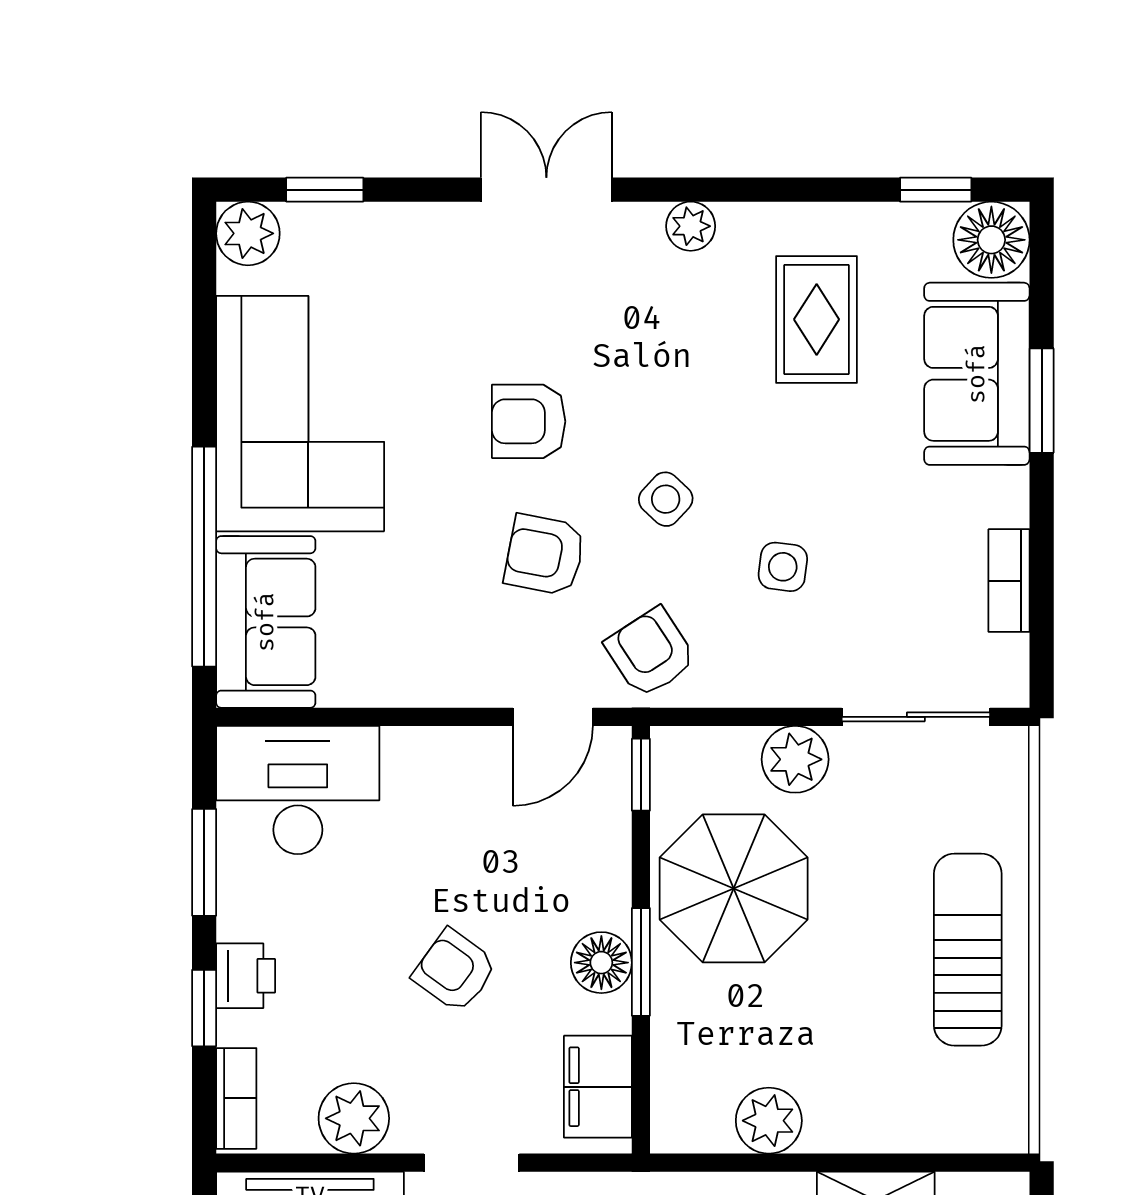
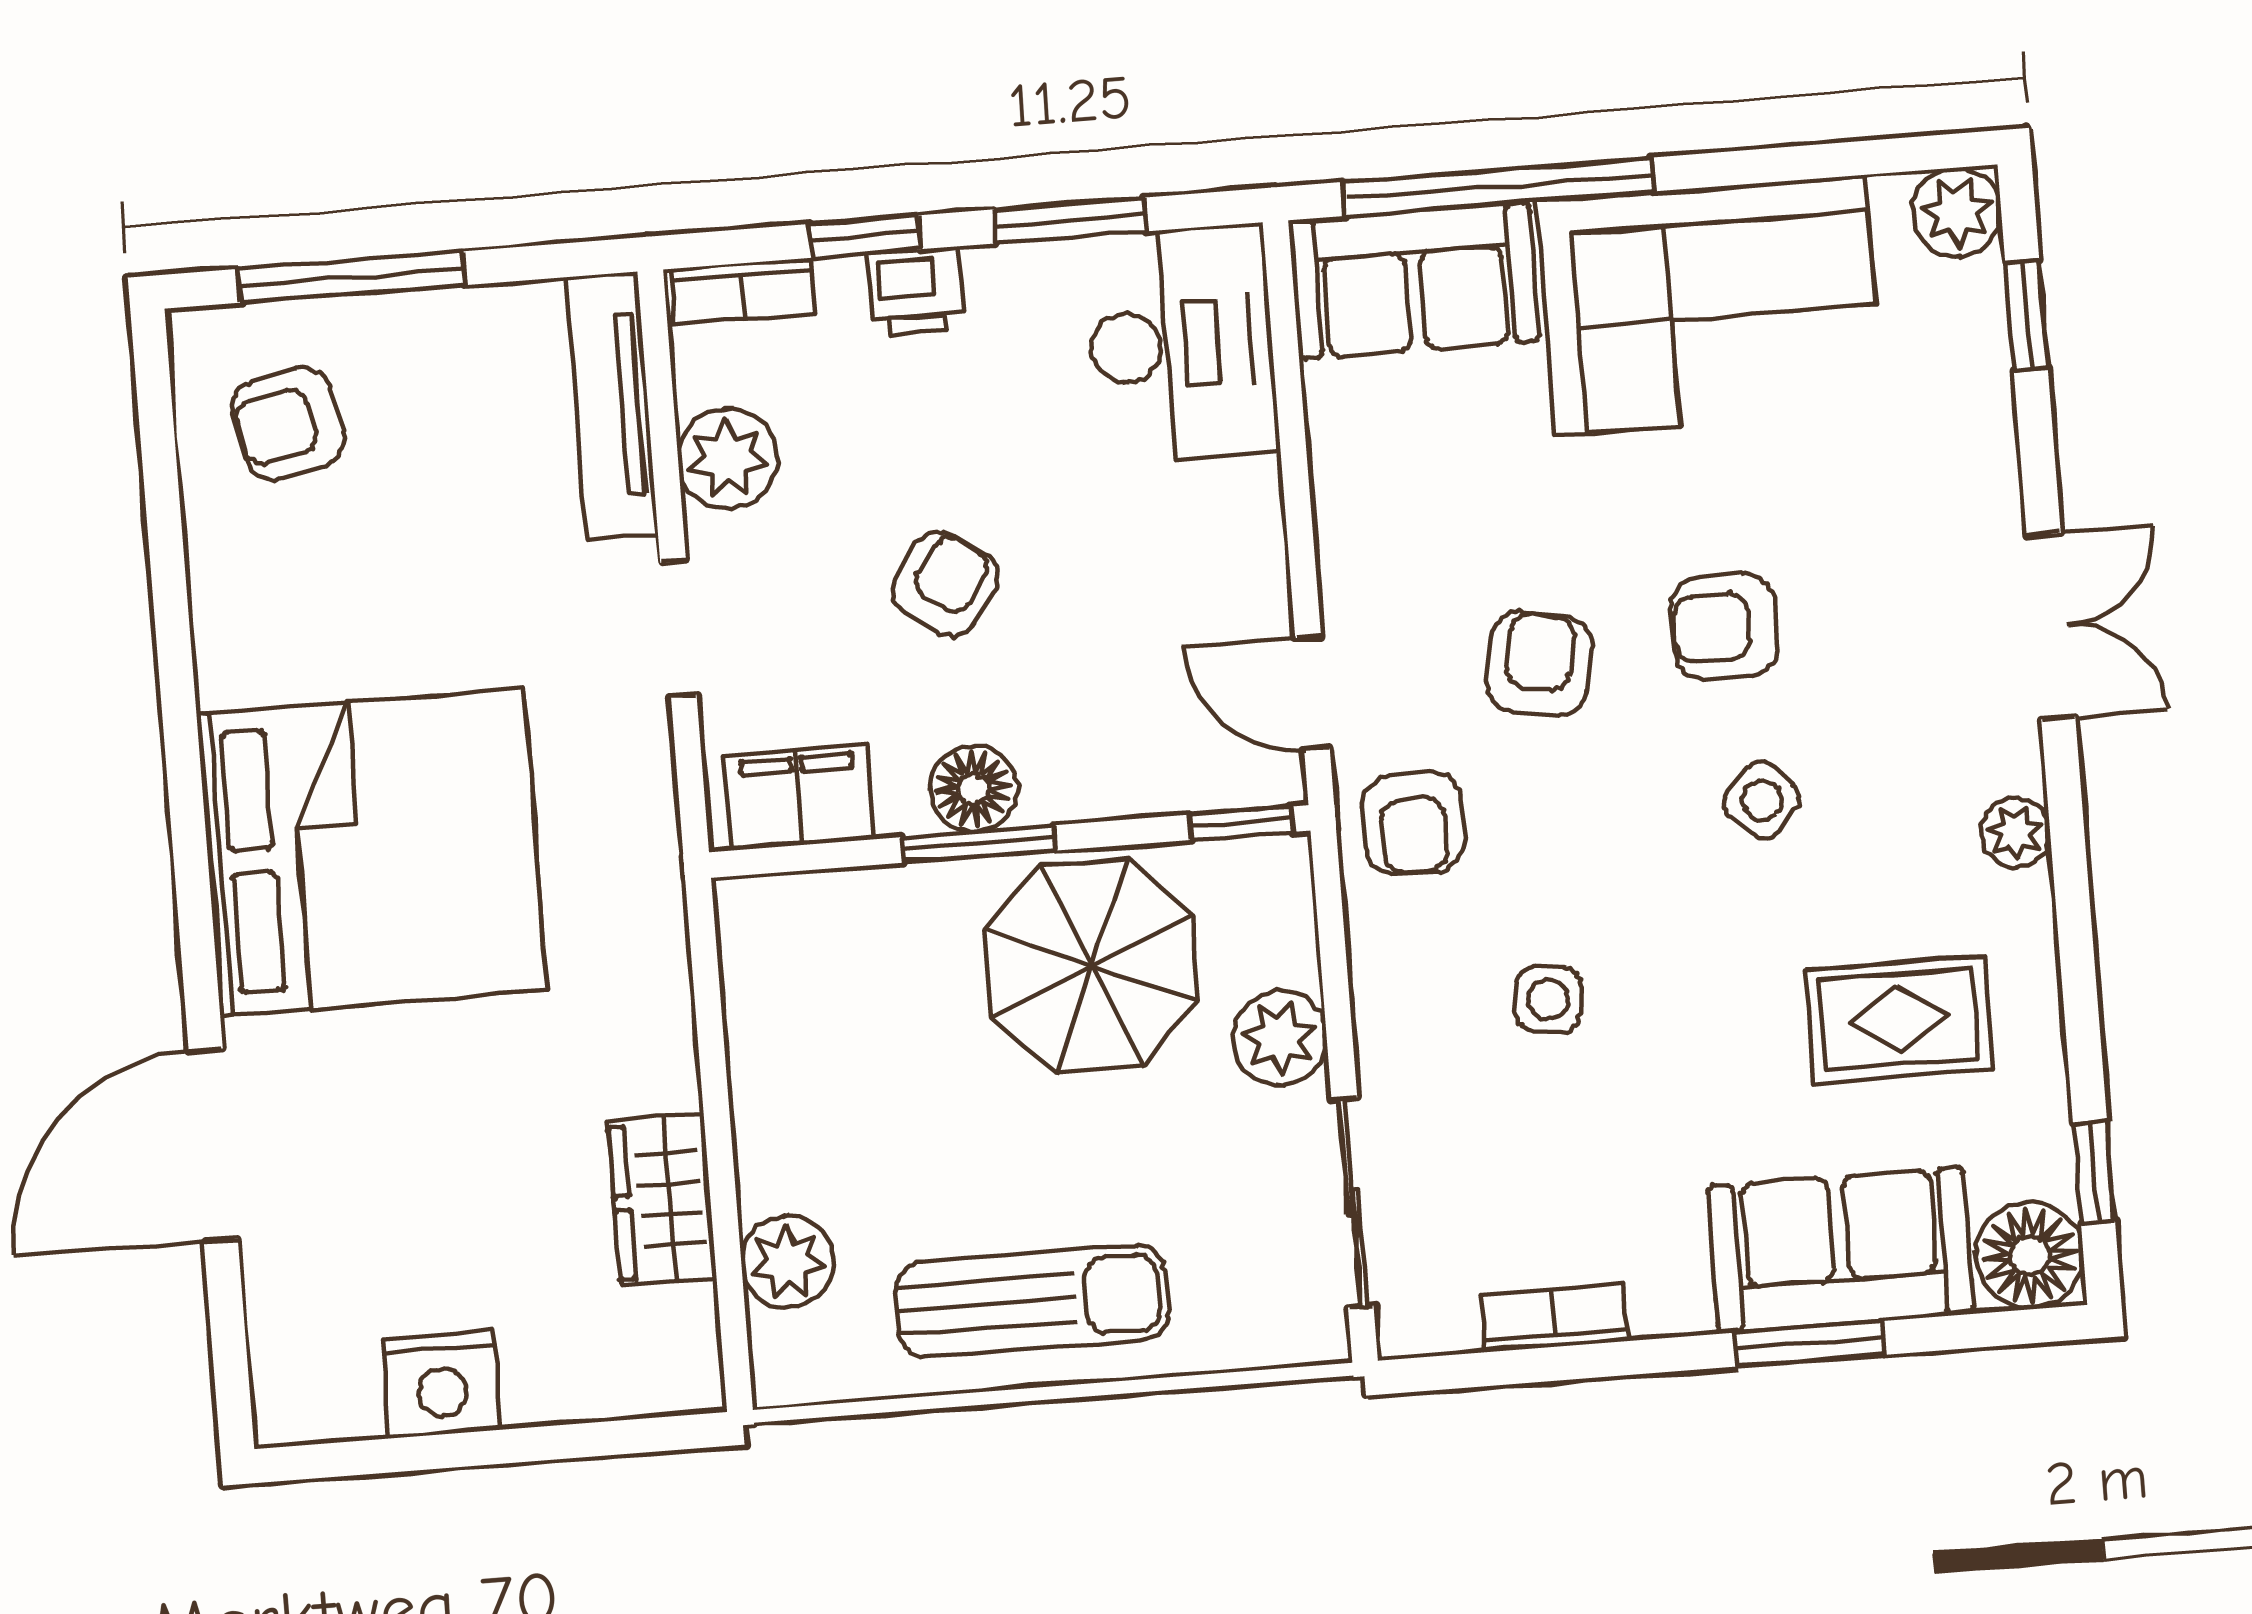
armchair: (529, 421) -> (1724, 627), turned -90
side table: (666, 499) -> (1762, 800), moved
armchair: (650, 653) -> (1413, 823), turned 123
plant: (769, 1121) -> (788, 1262), moved

